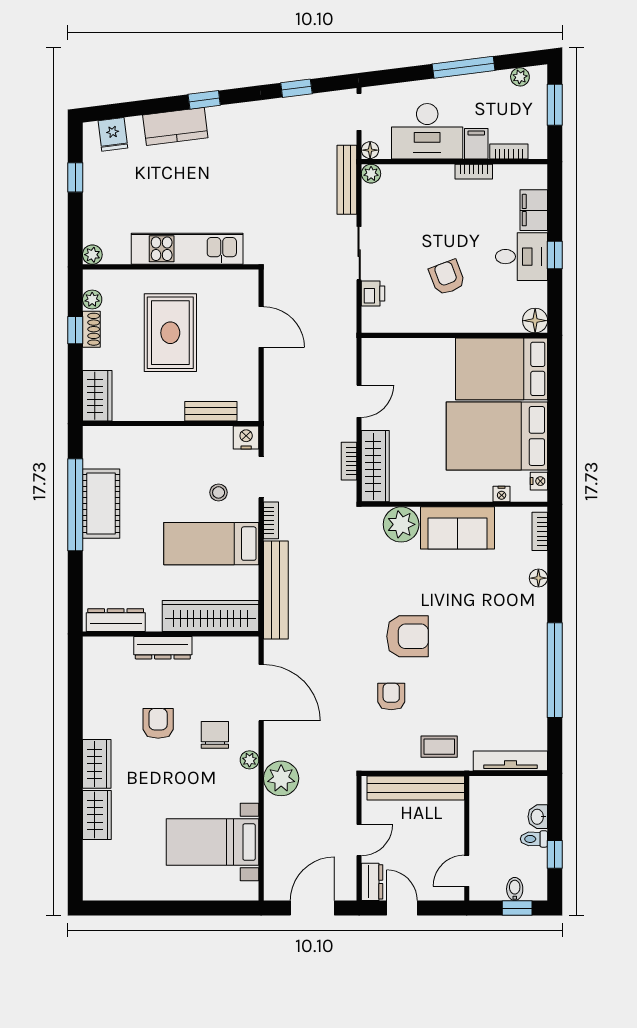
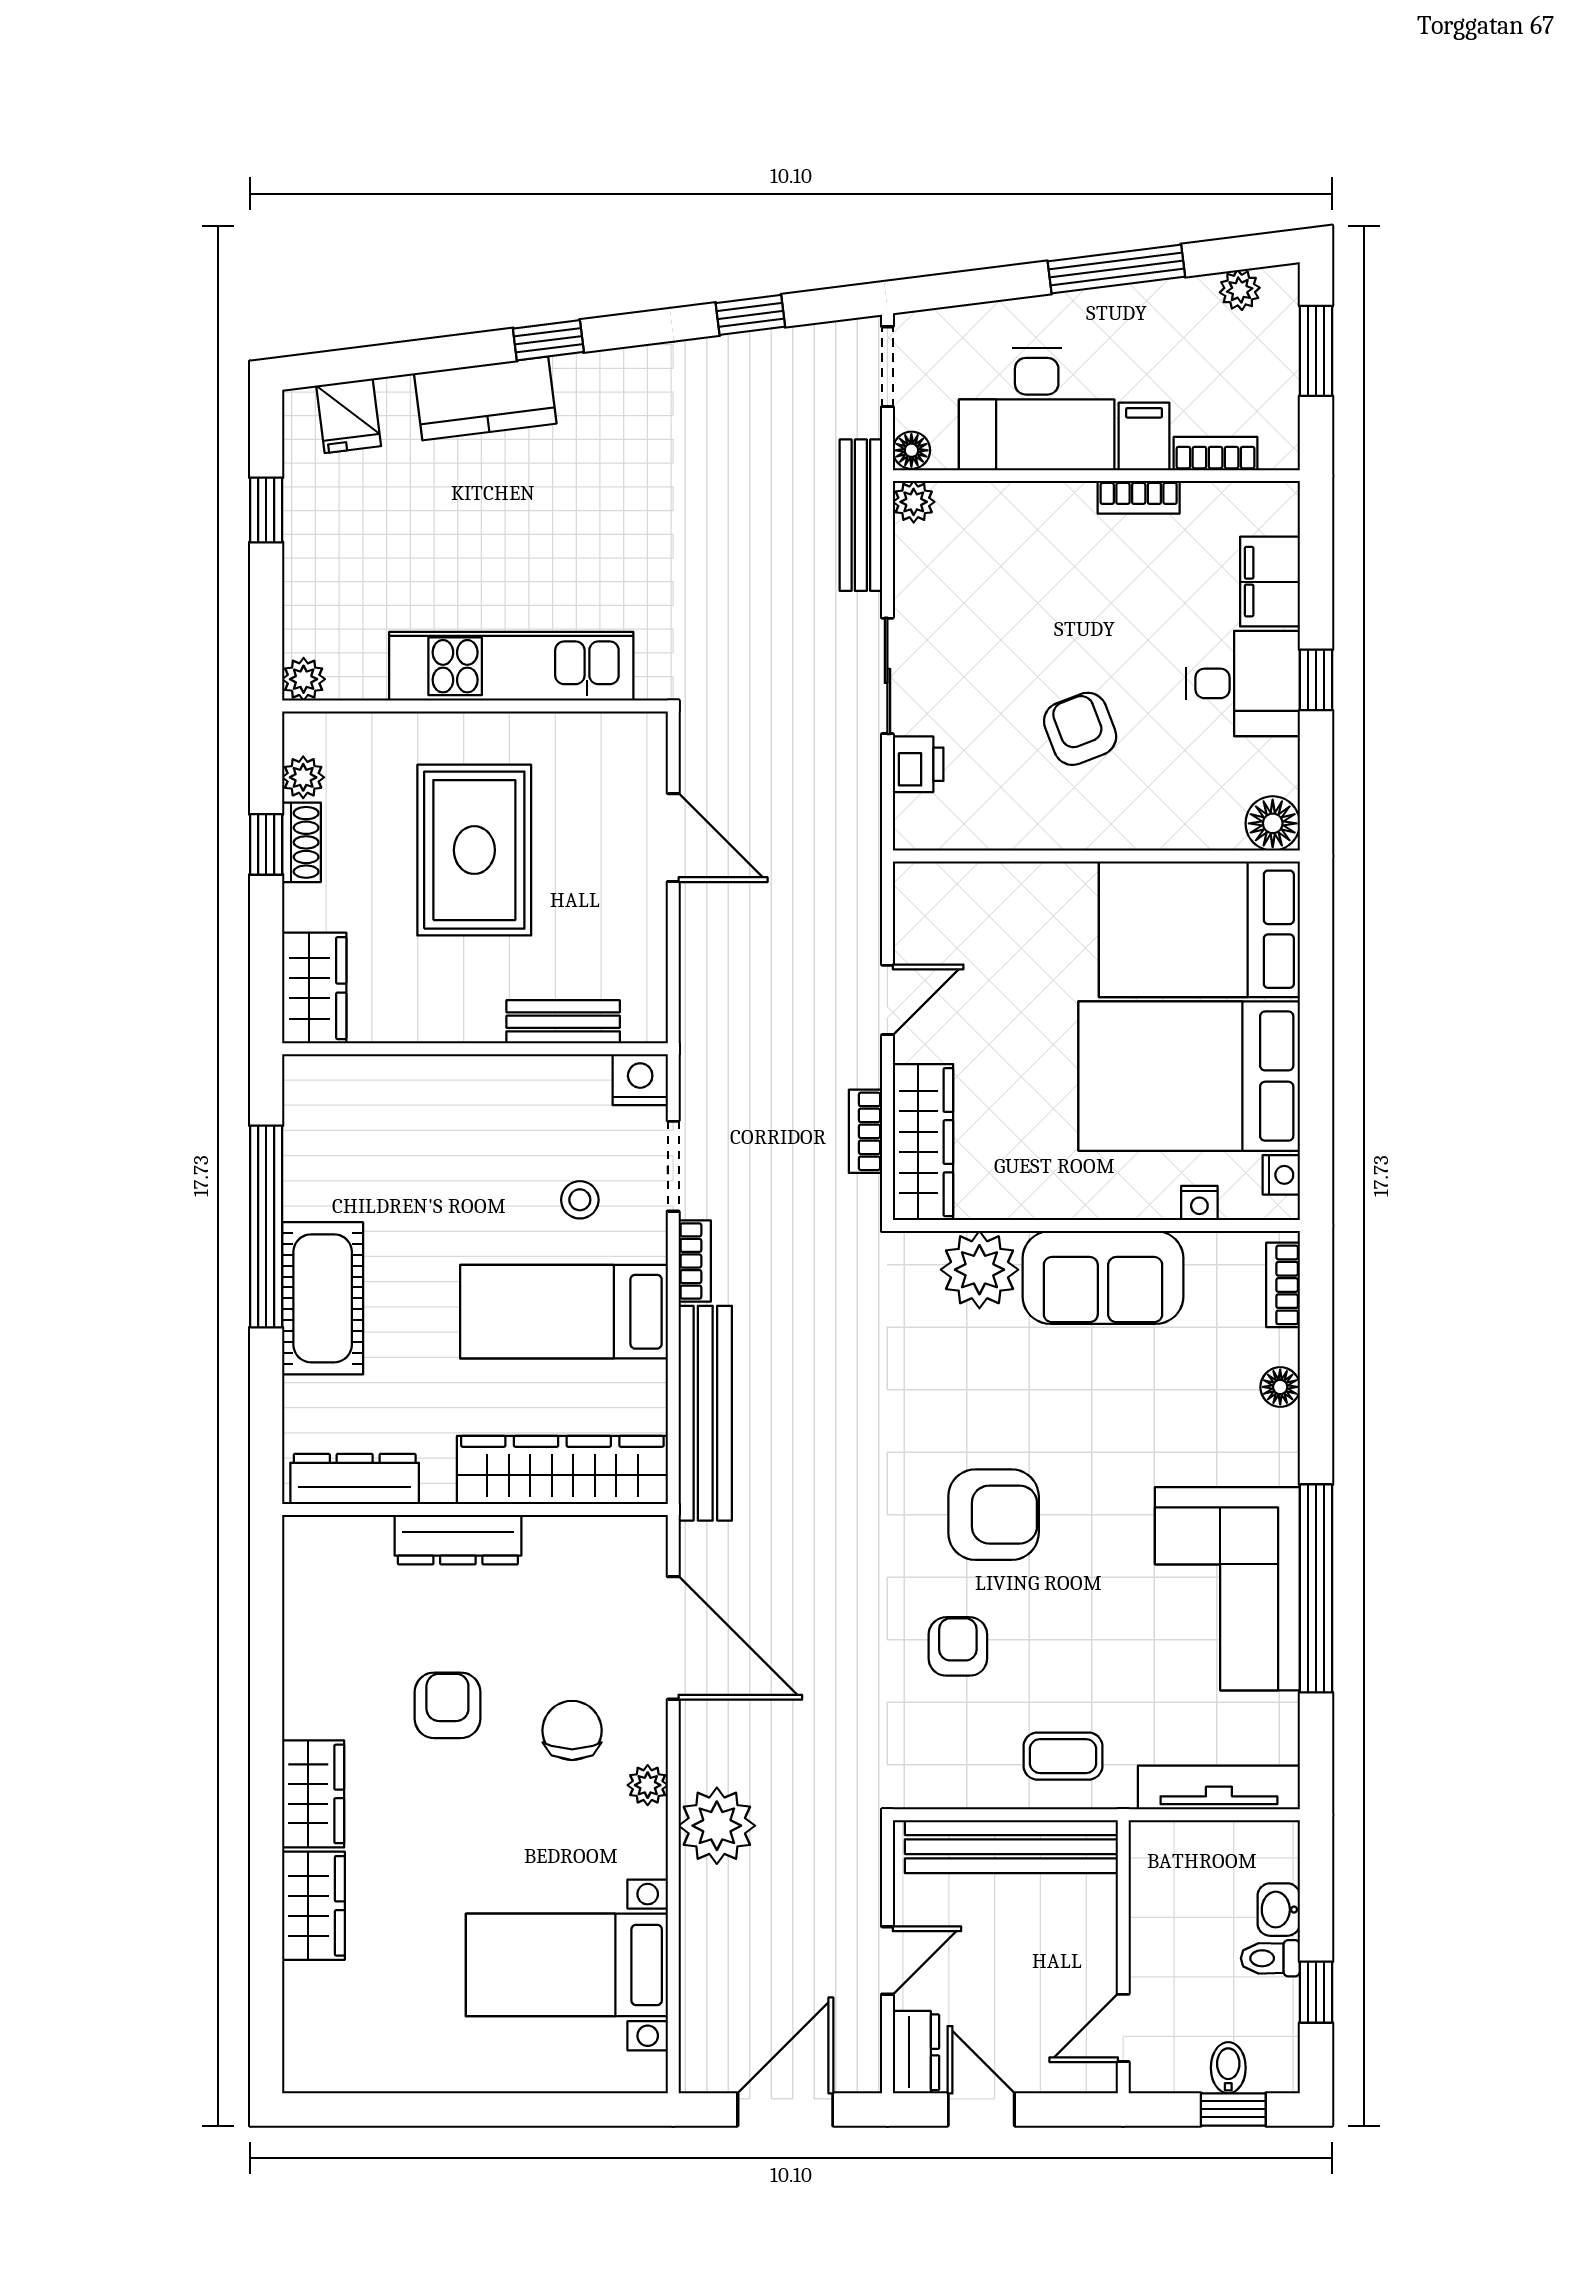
cot: (101, 504) -> (323, 1298), moved
corner sofa: (514, 670) -> (1227, 1589), added

